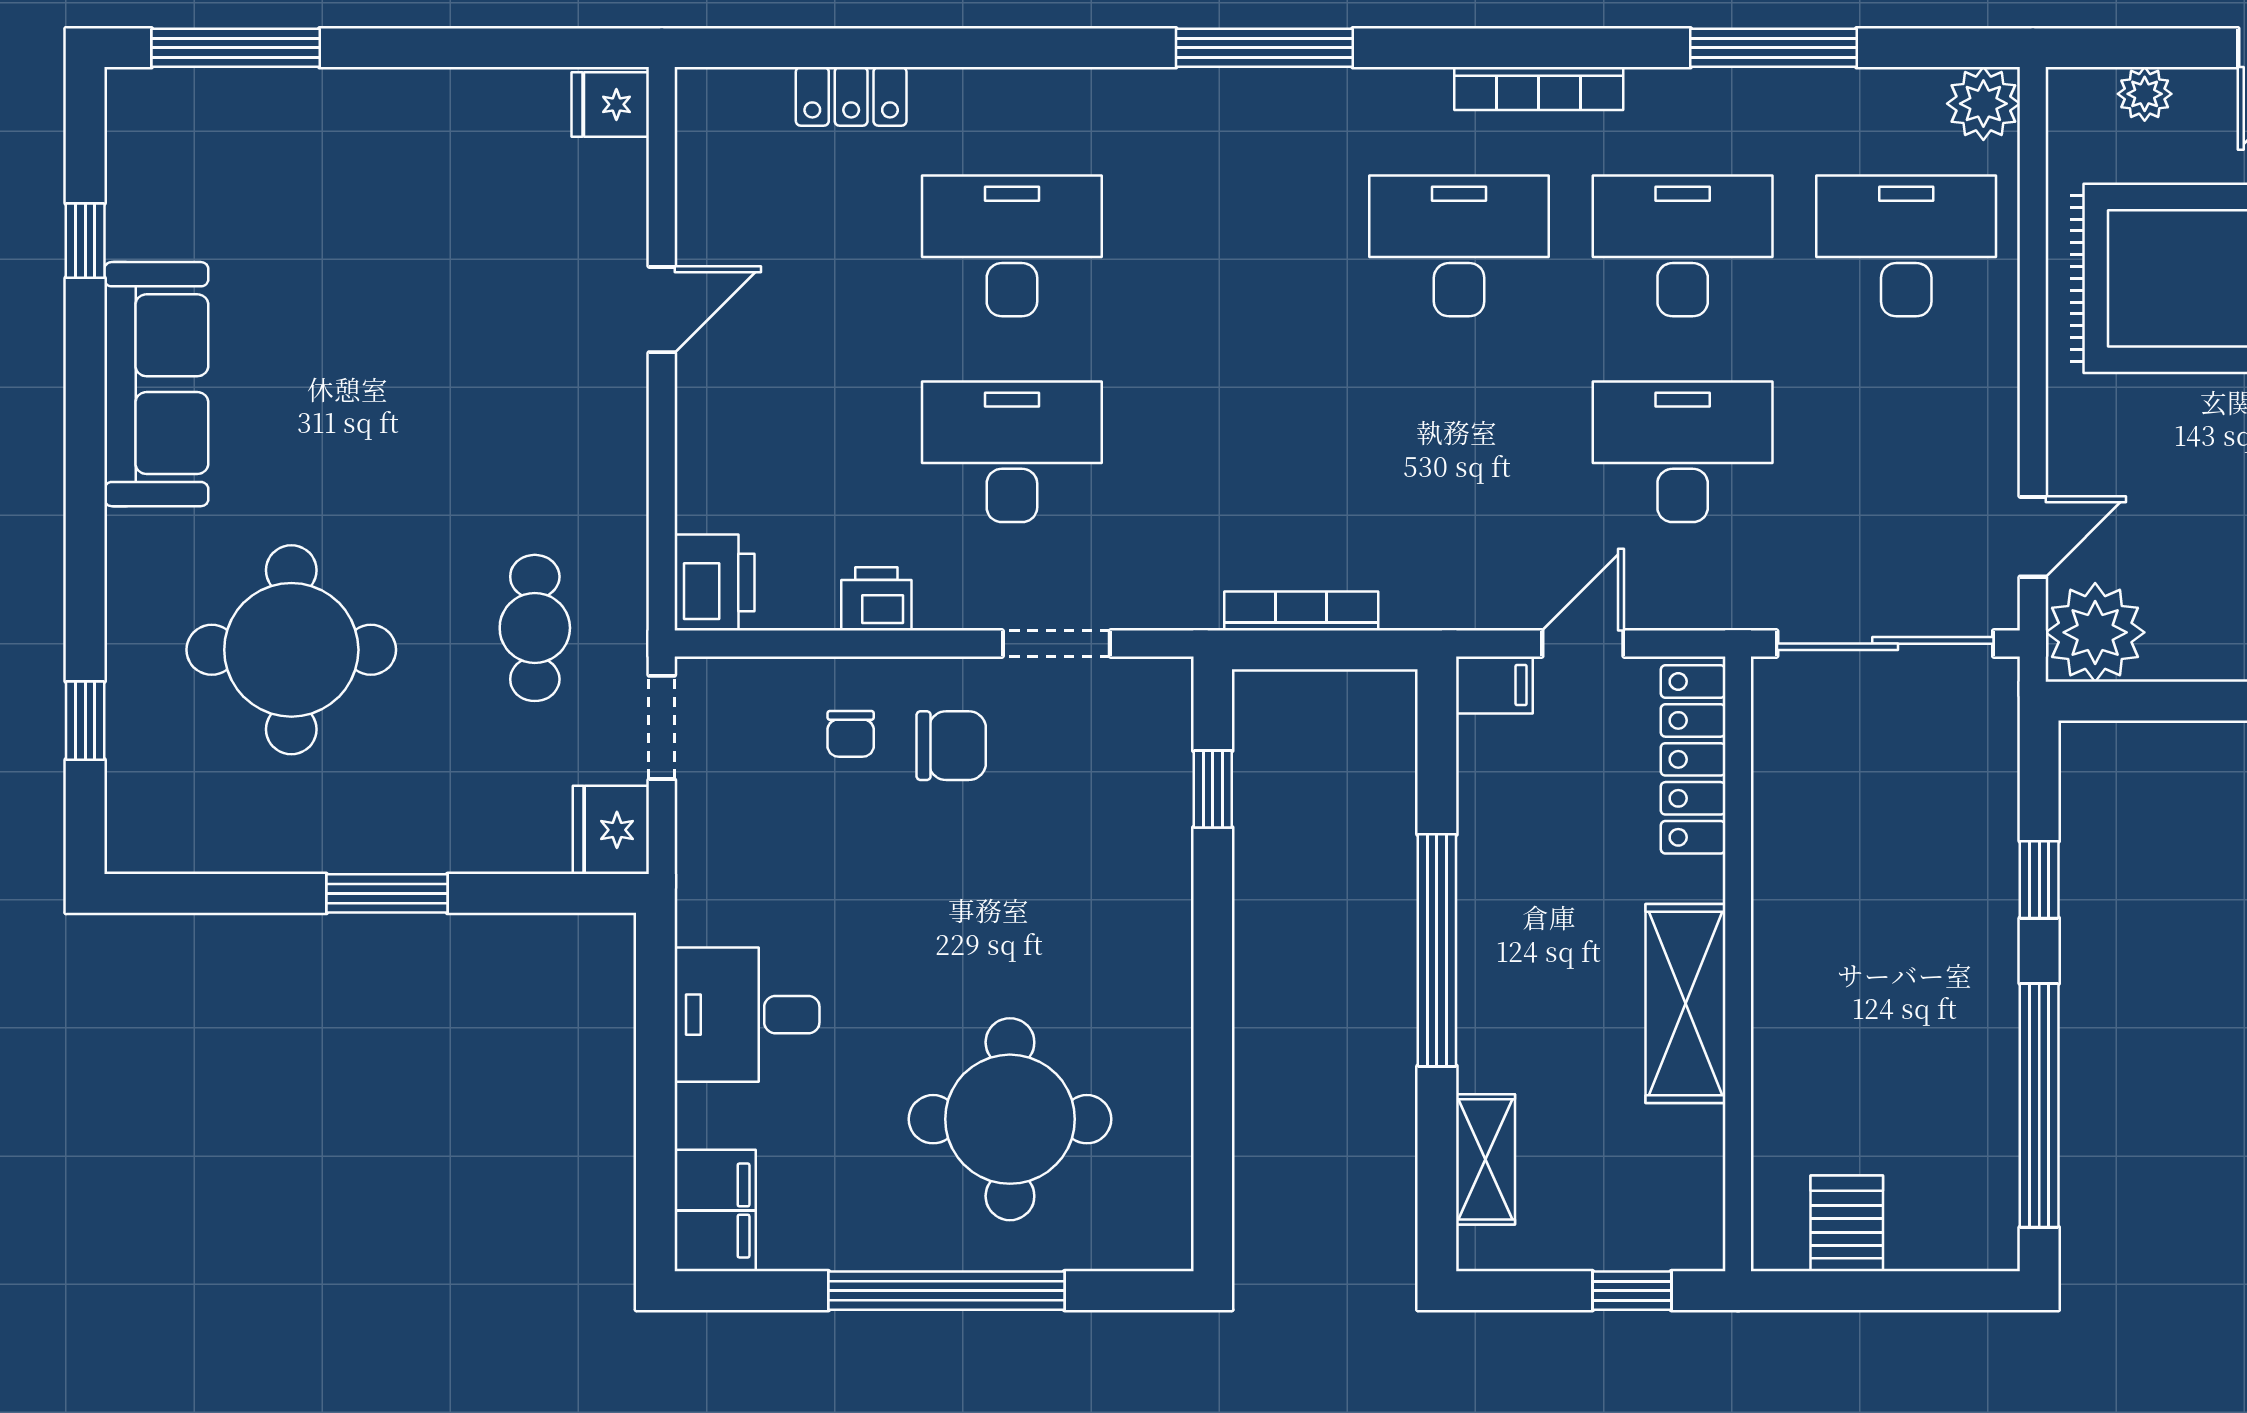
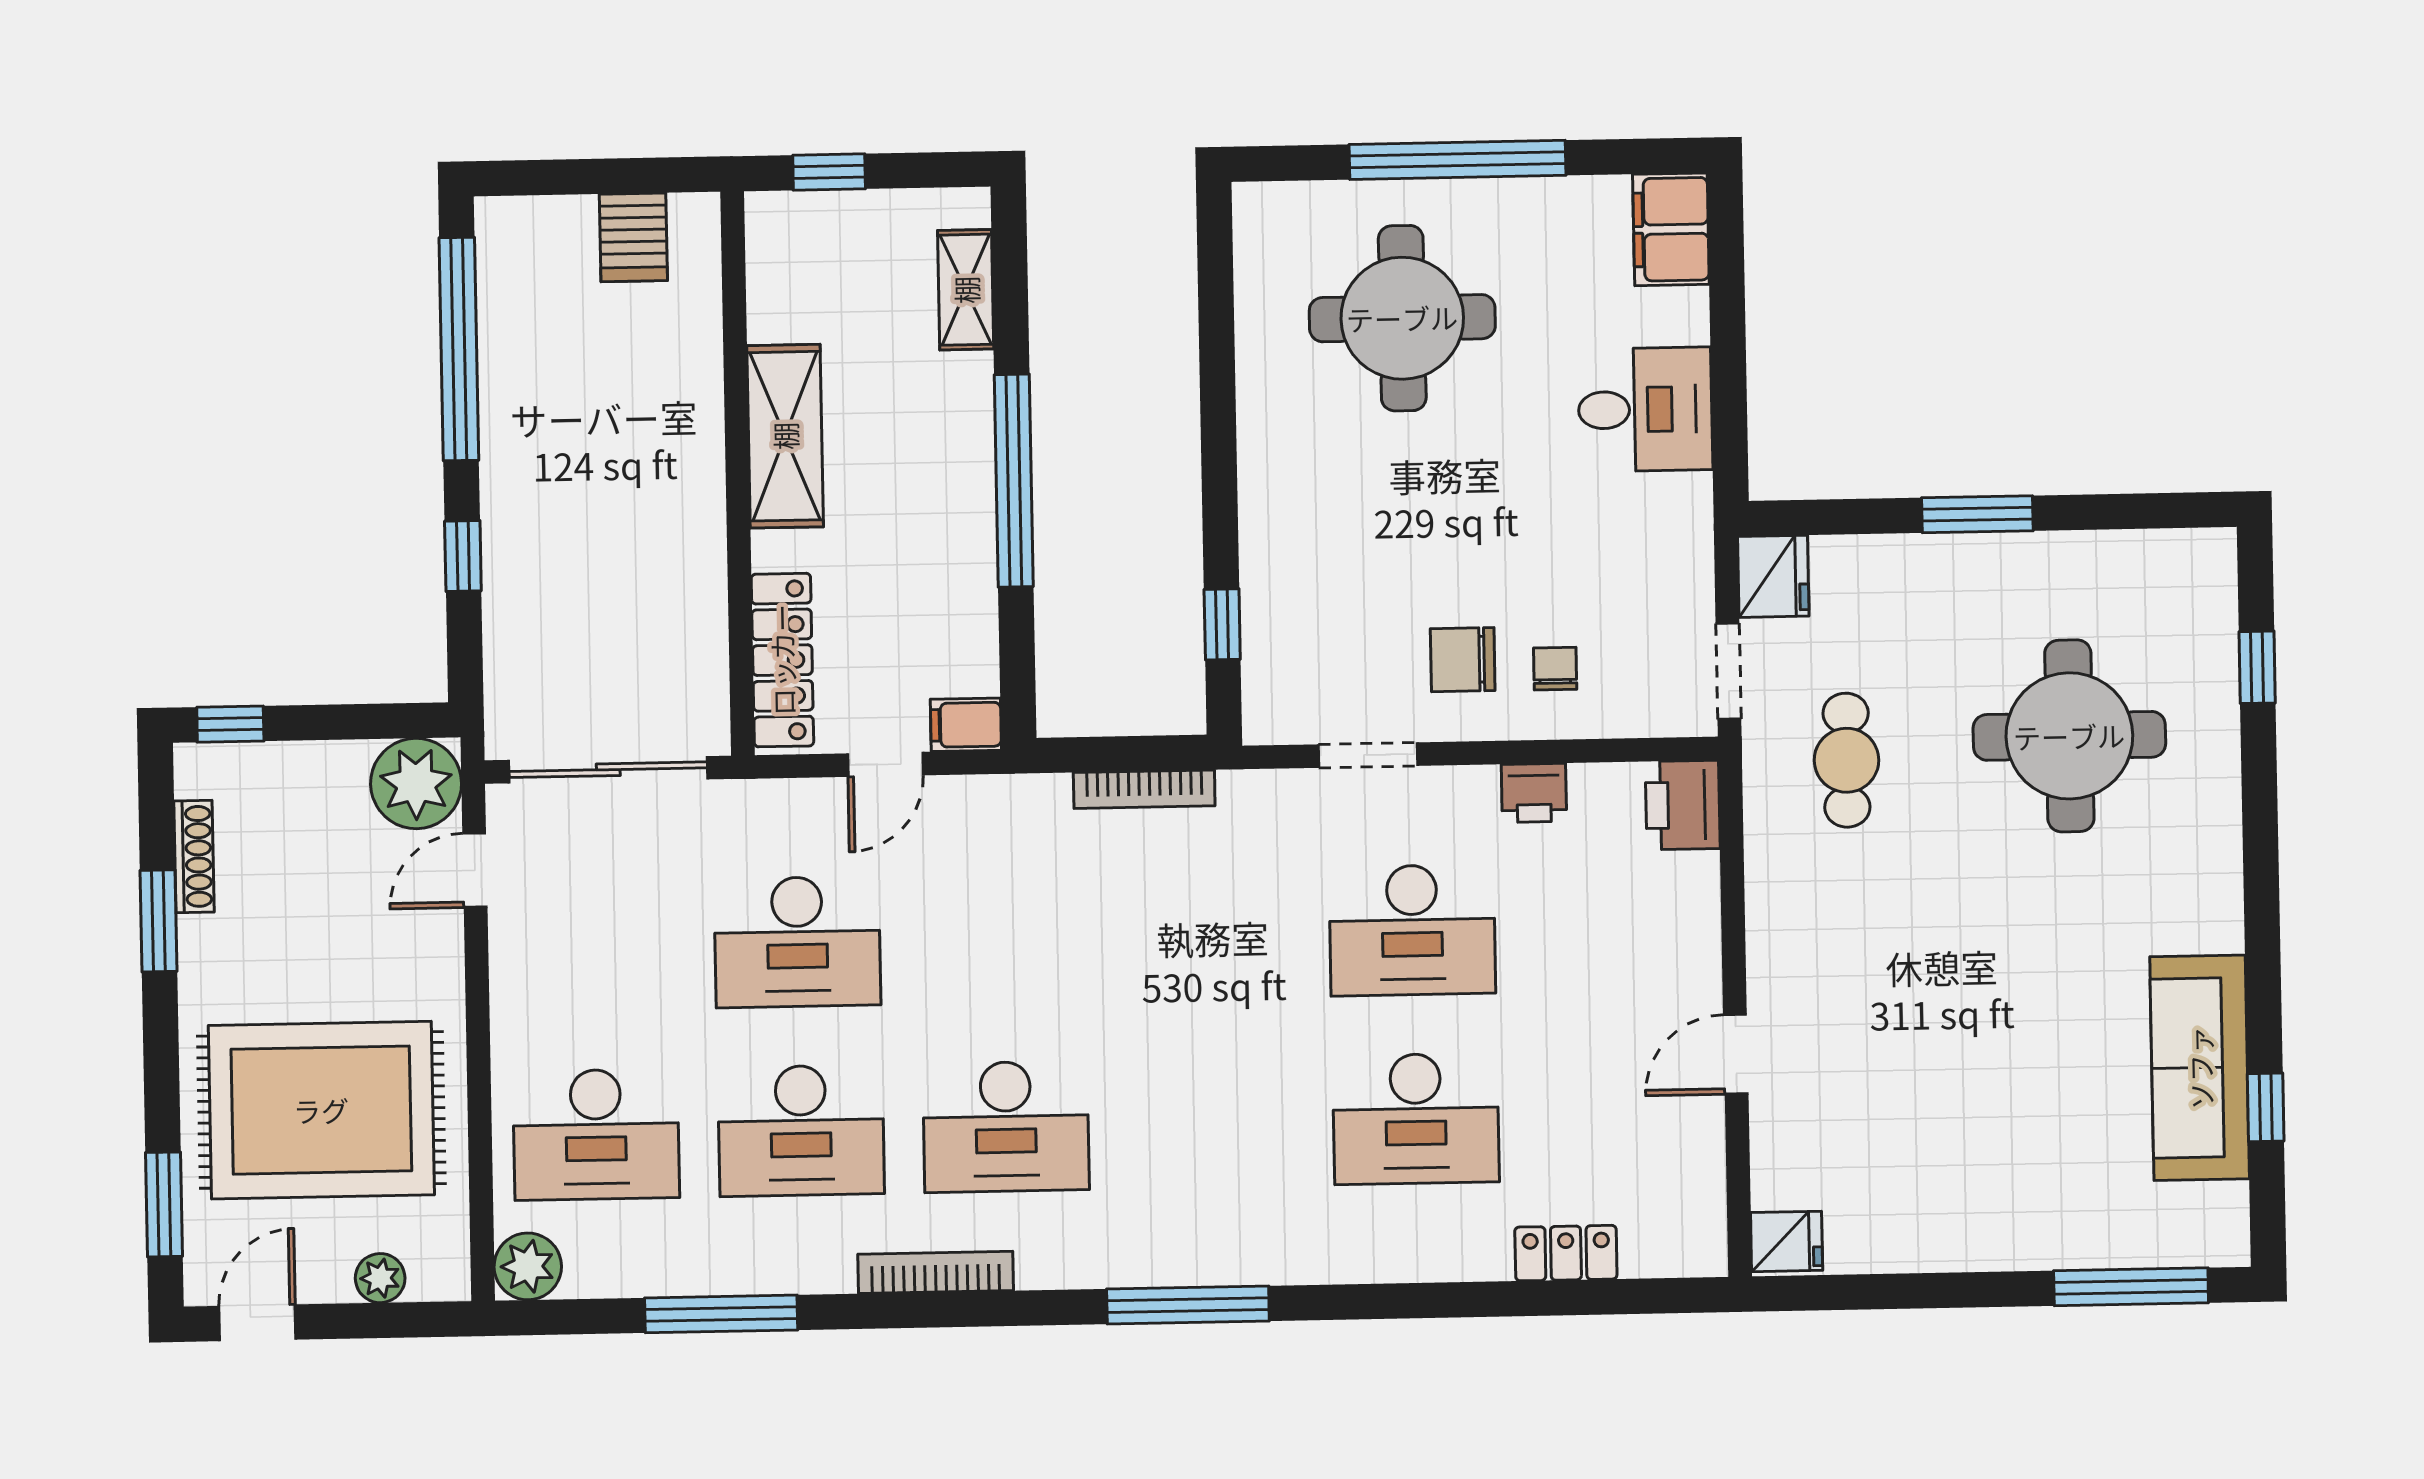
sofa: (156, 384) -> (2200, 1068), moved

